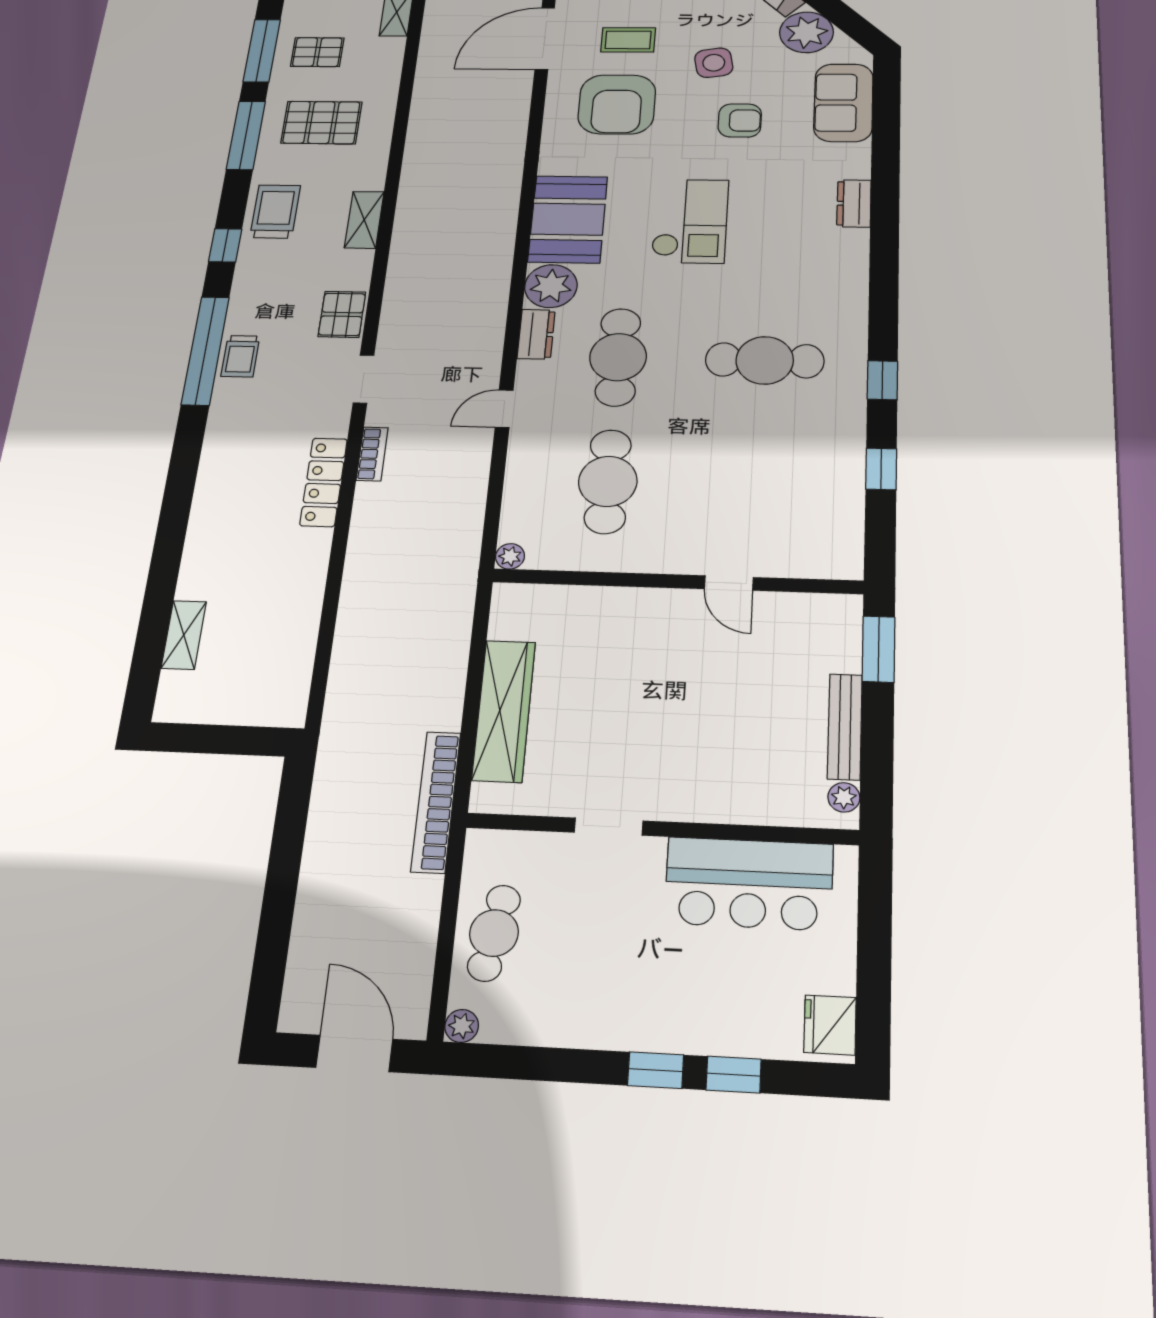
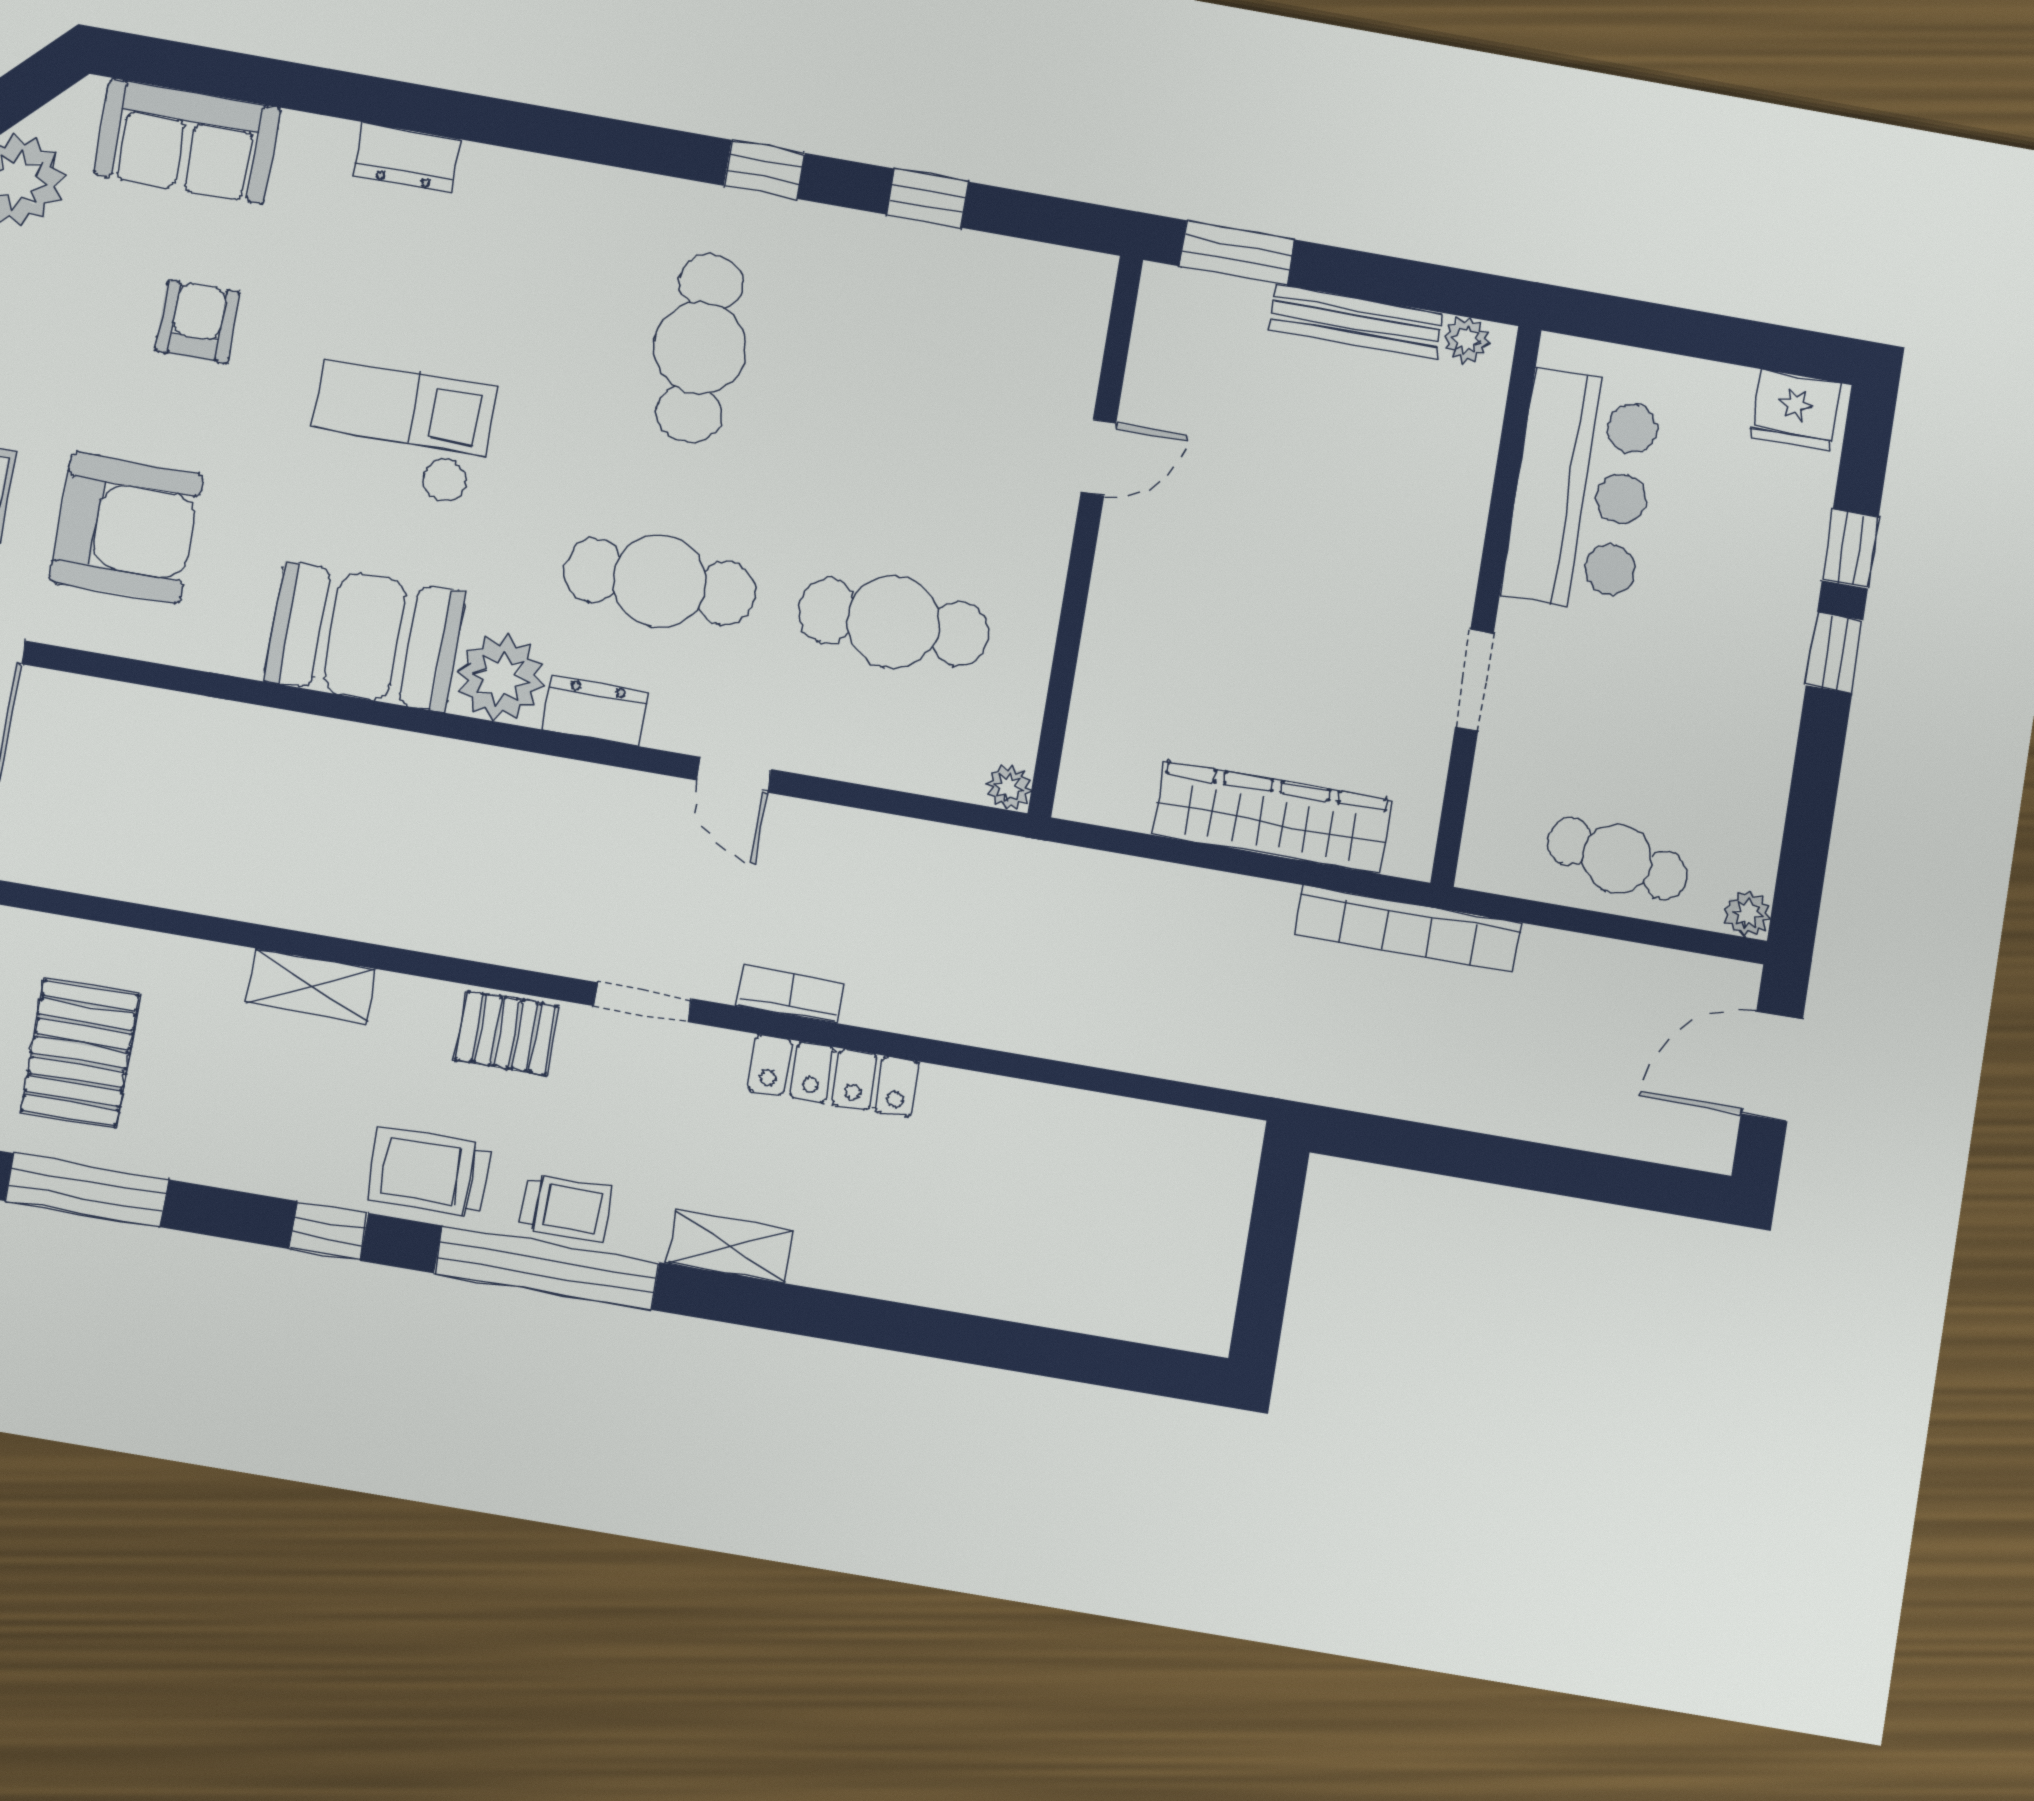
side table: (714, 63) -> (60, 349), removed
trolley: (275, 212) -> (429, 1172), moved
shelving: (184, 635) -> (730, 1247), moved

